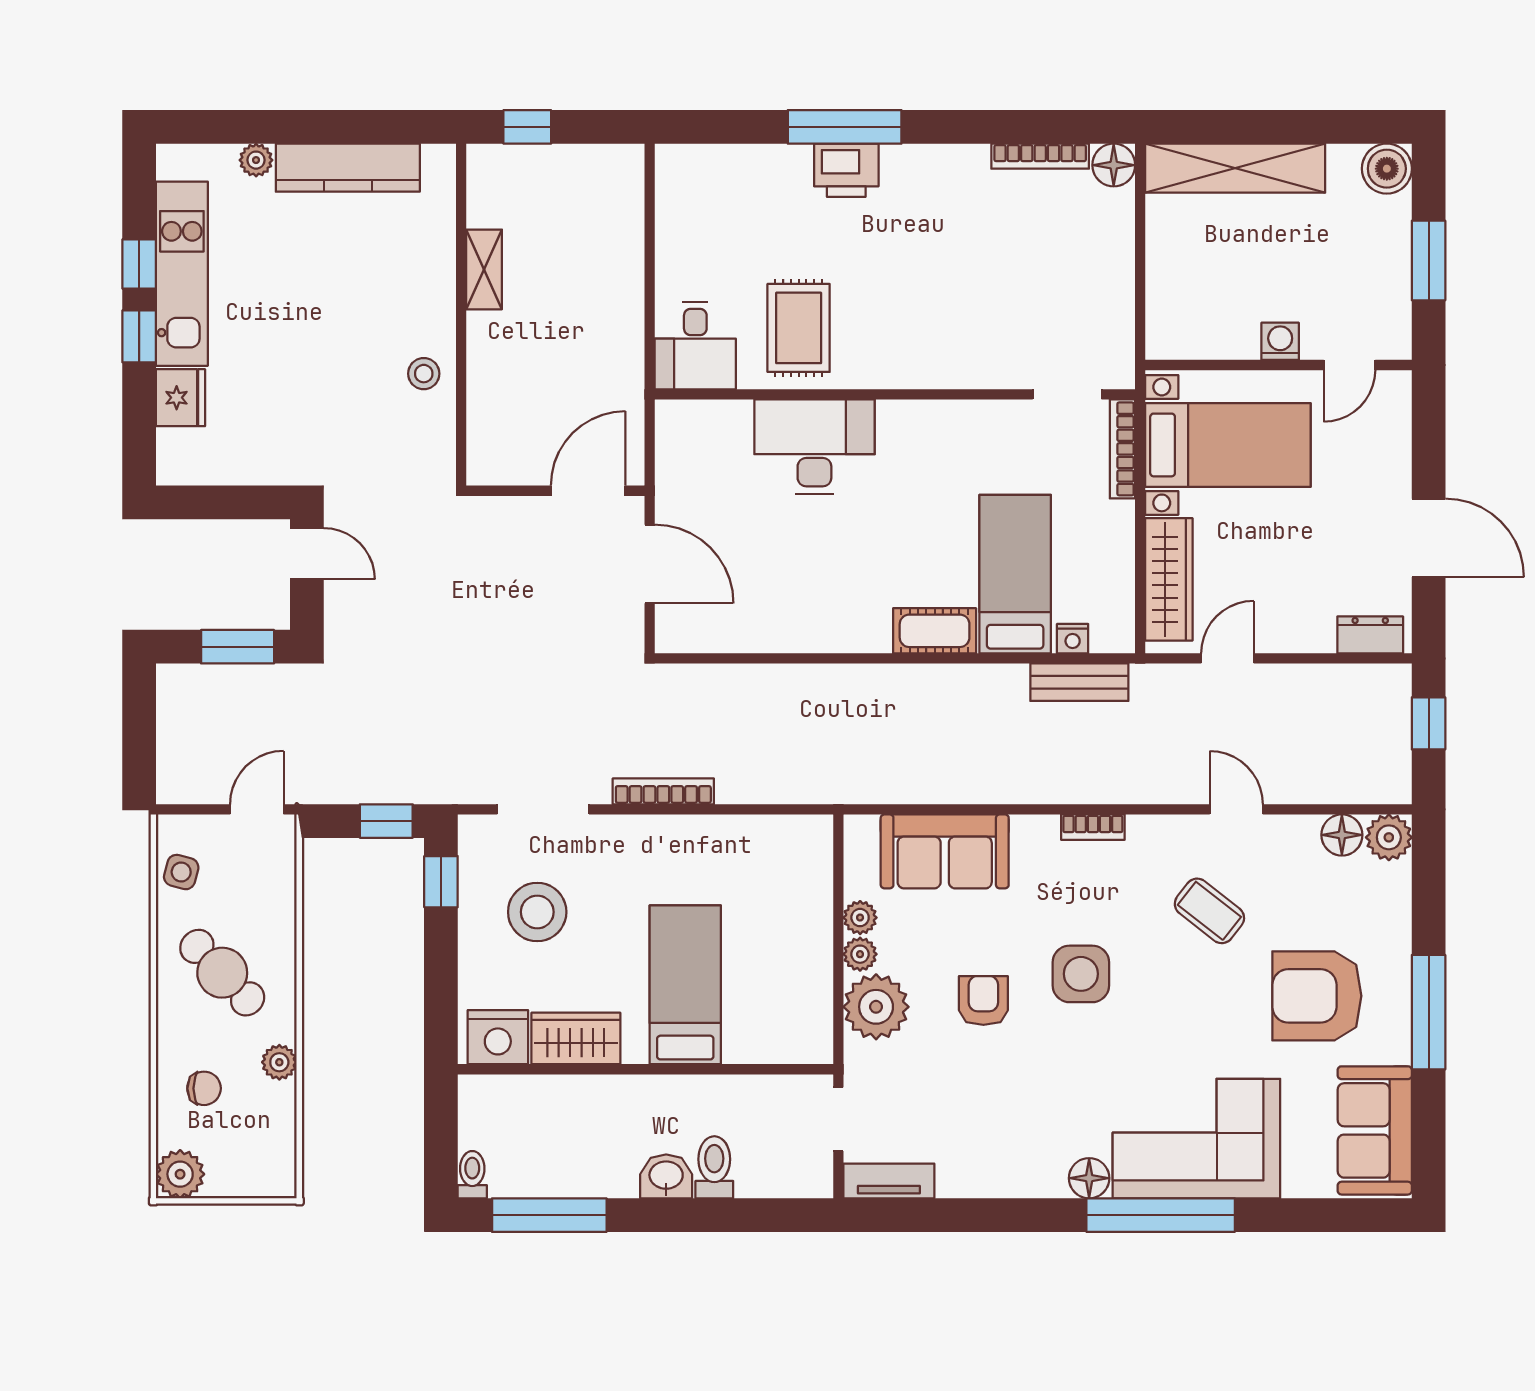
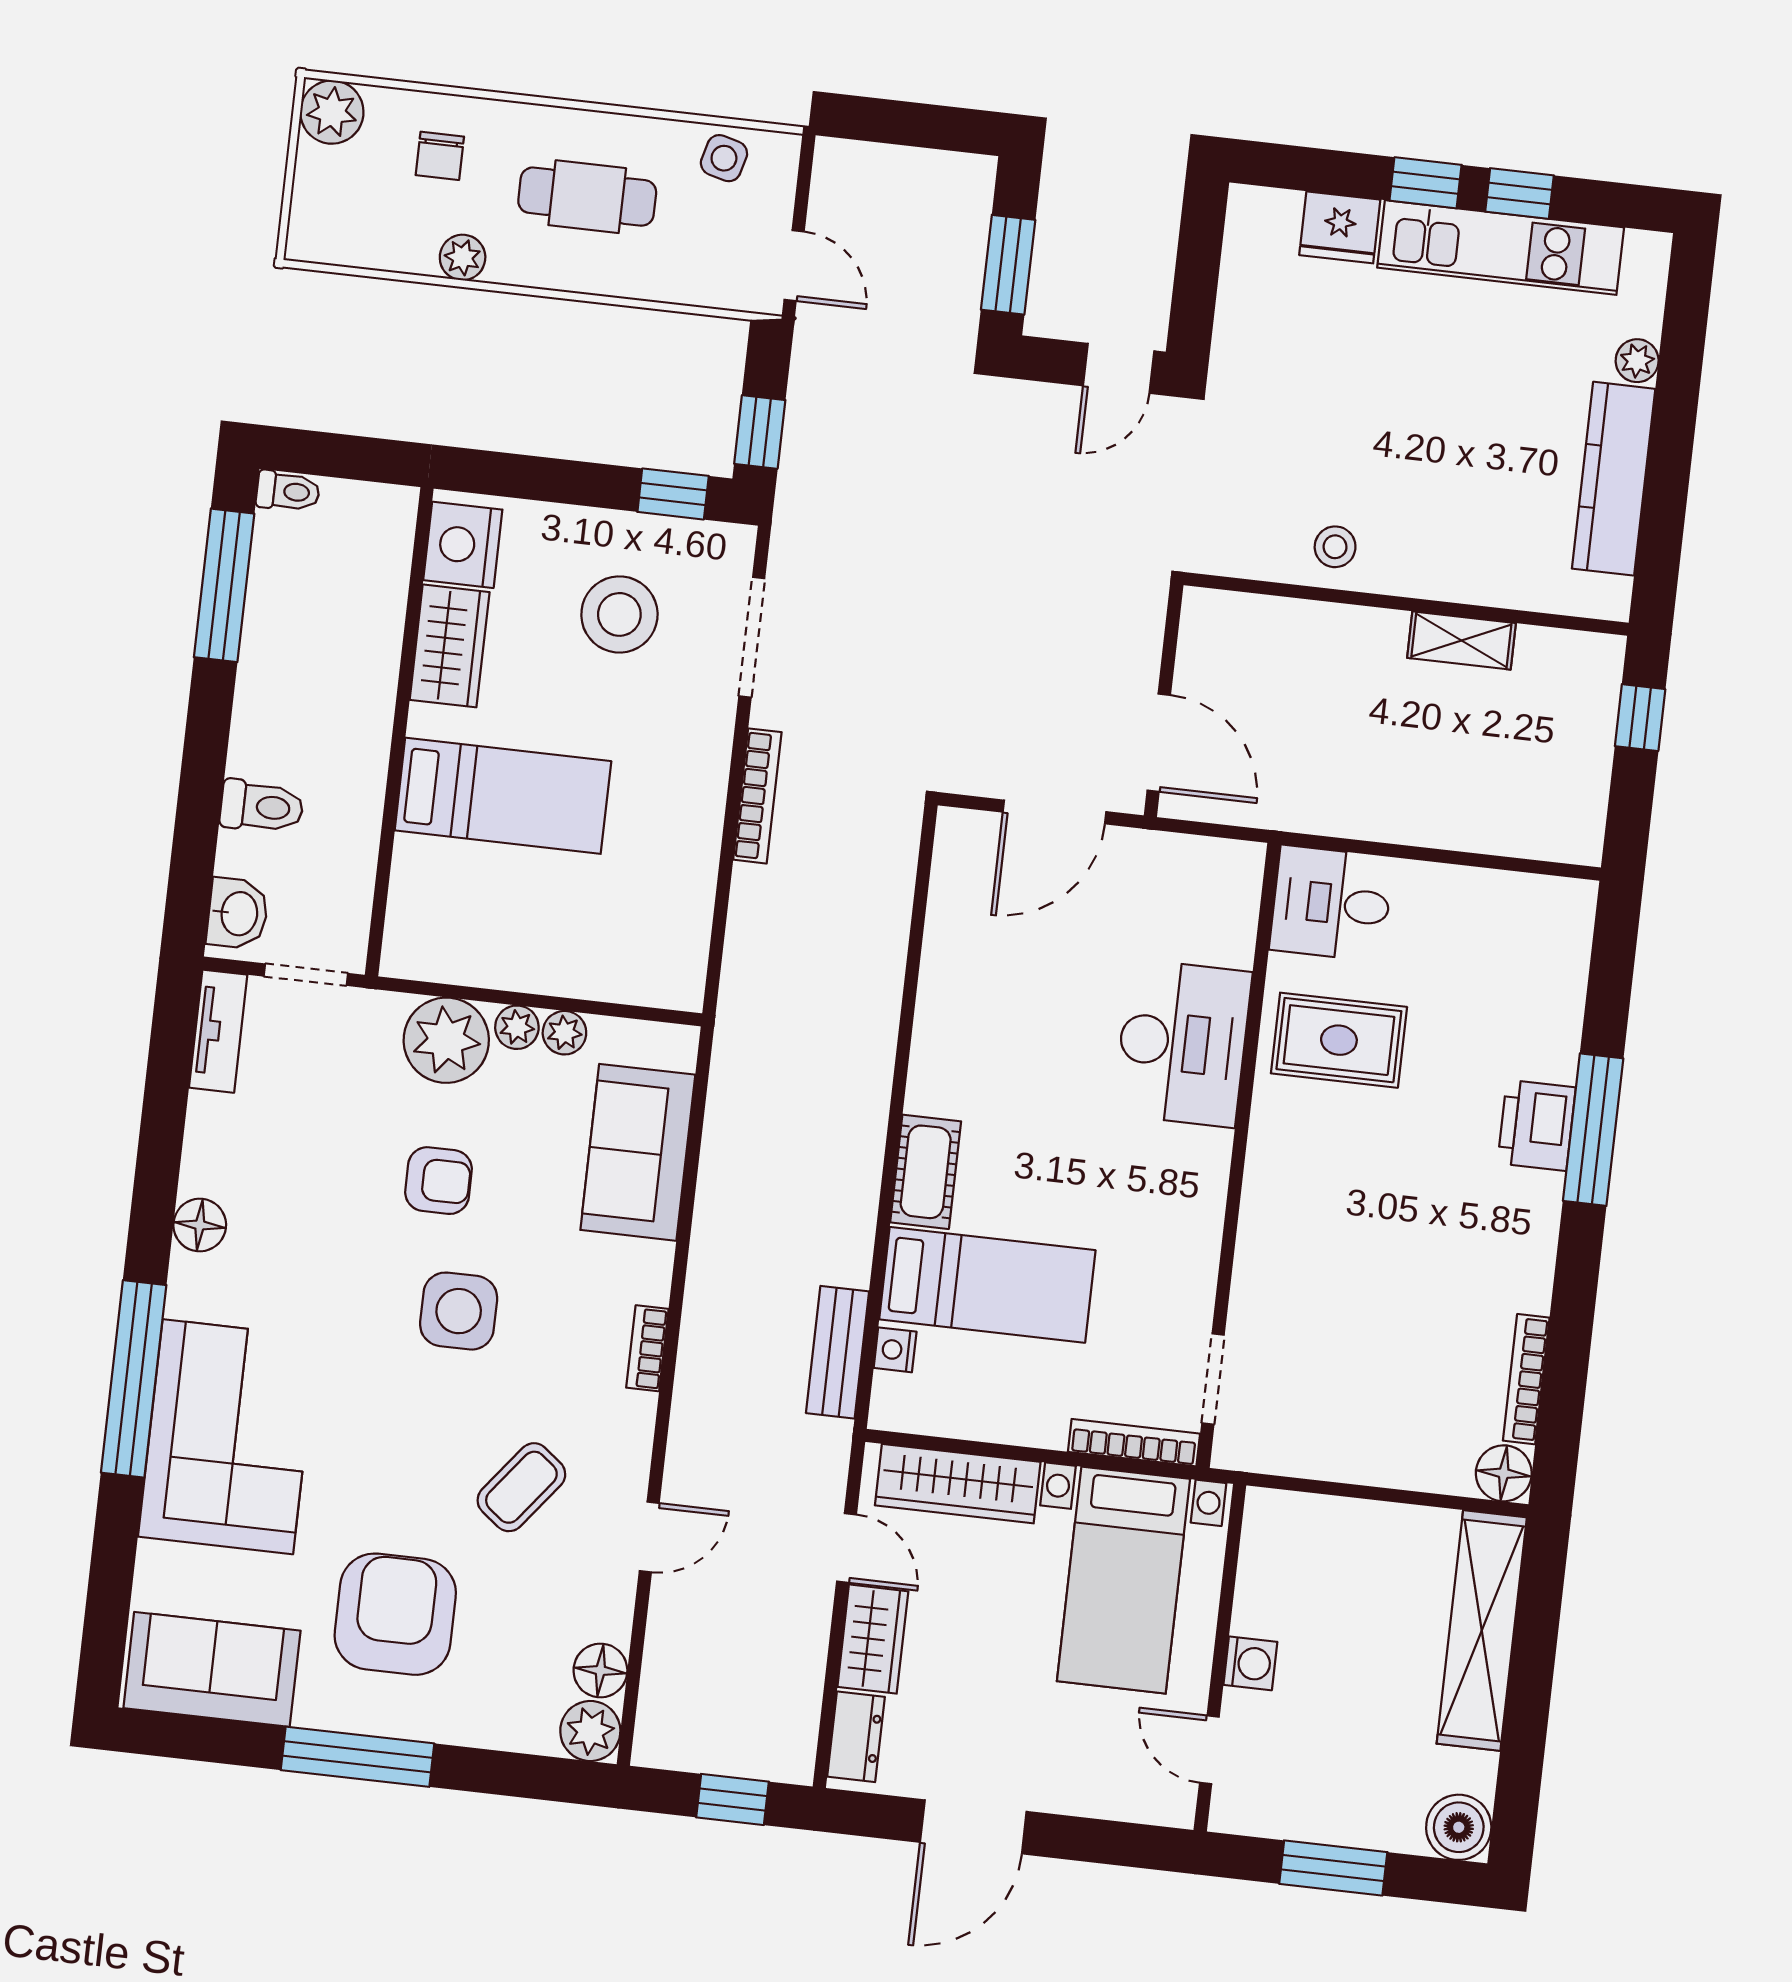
wardrobe: (1294, 631) -> (873, 1639), added
cafe table: (222, 973) -> (587, 197), turned 44
washbasin: (666, 1176) -> (238, 913), moved
floor lamp: (1089, 1178) -> (200, 1225), moved

